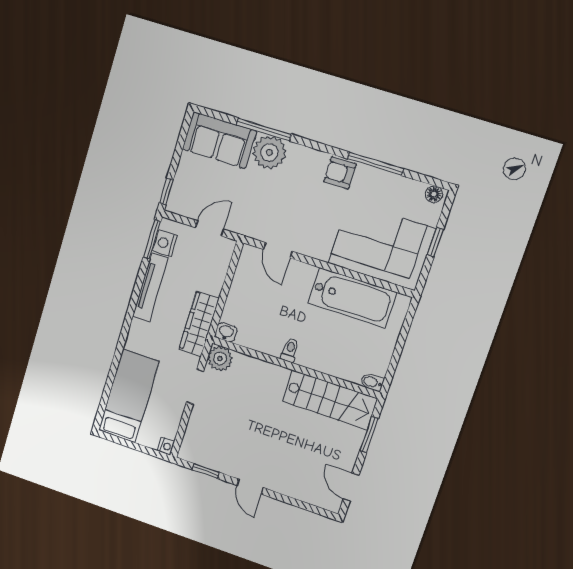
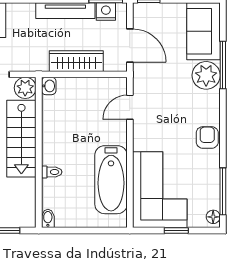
window: (375, 164) -> (223, 191), moved
door: (210, 228) -> (130, 46), width x1.38
wardrobe: (199, 324) -> (76, 61), moved
toilet: (290, 350) -> (52, 172), moved
stairs: (330, 400) -> (21, 139), moved

